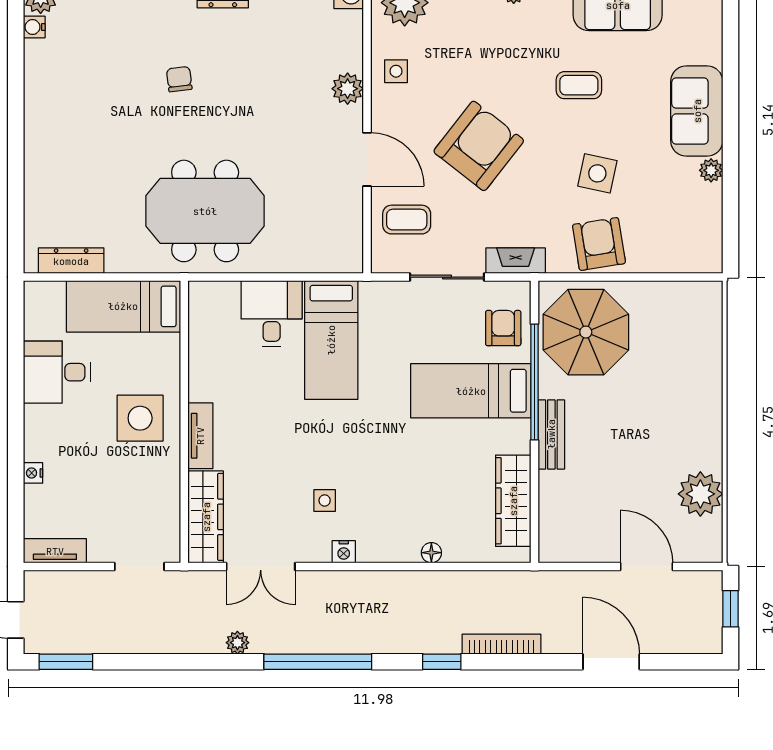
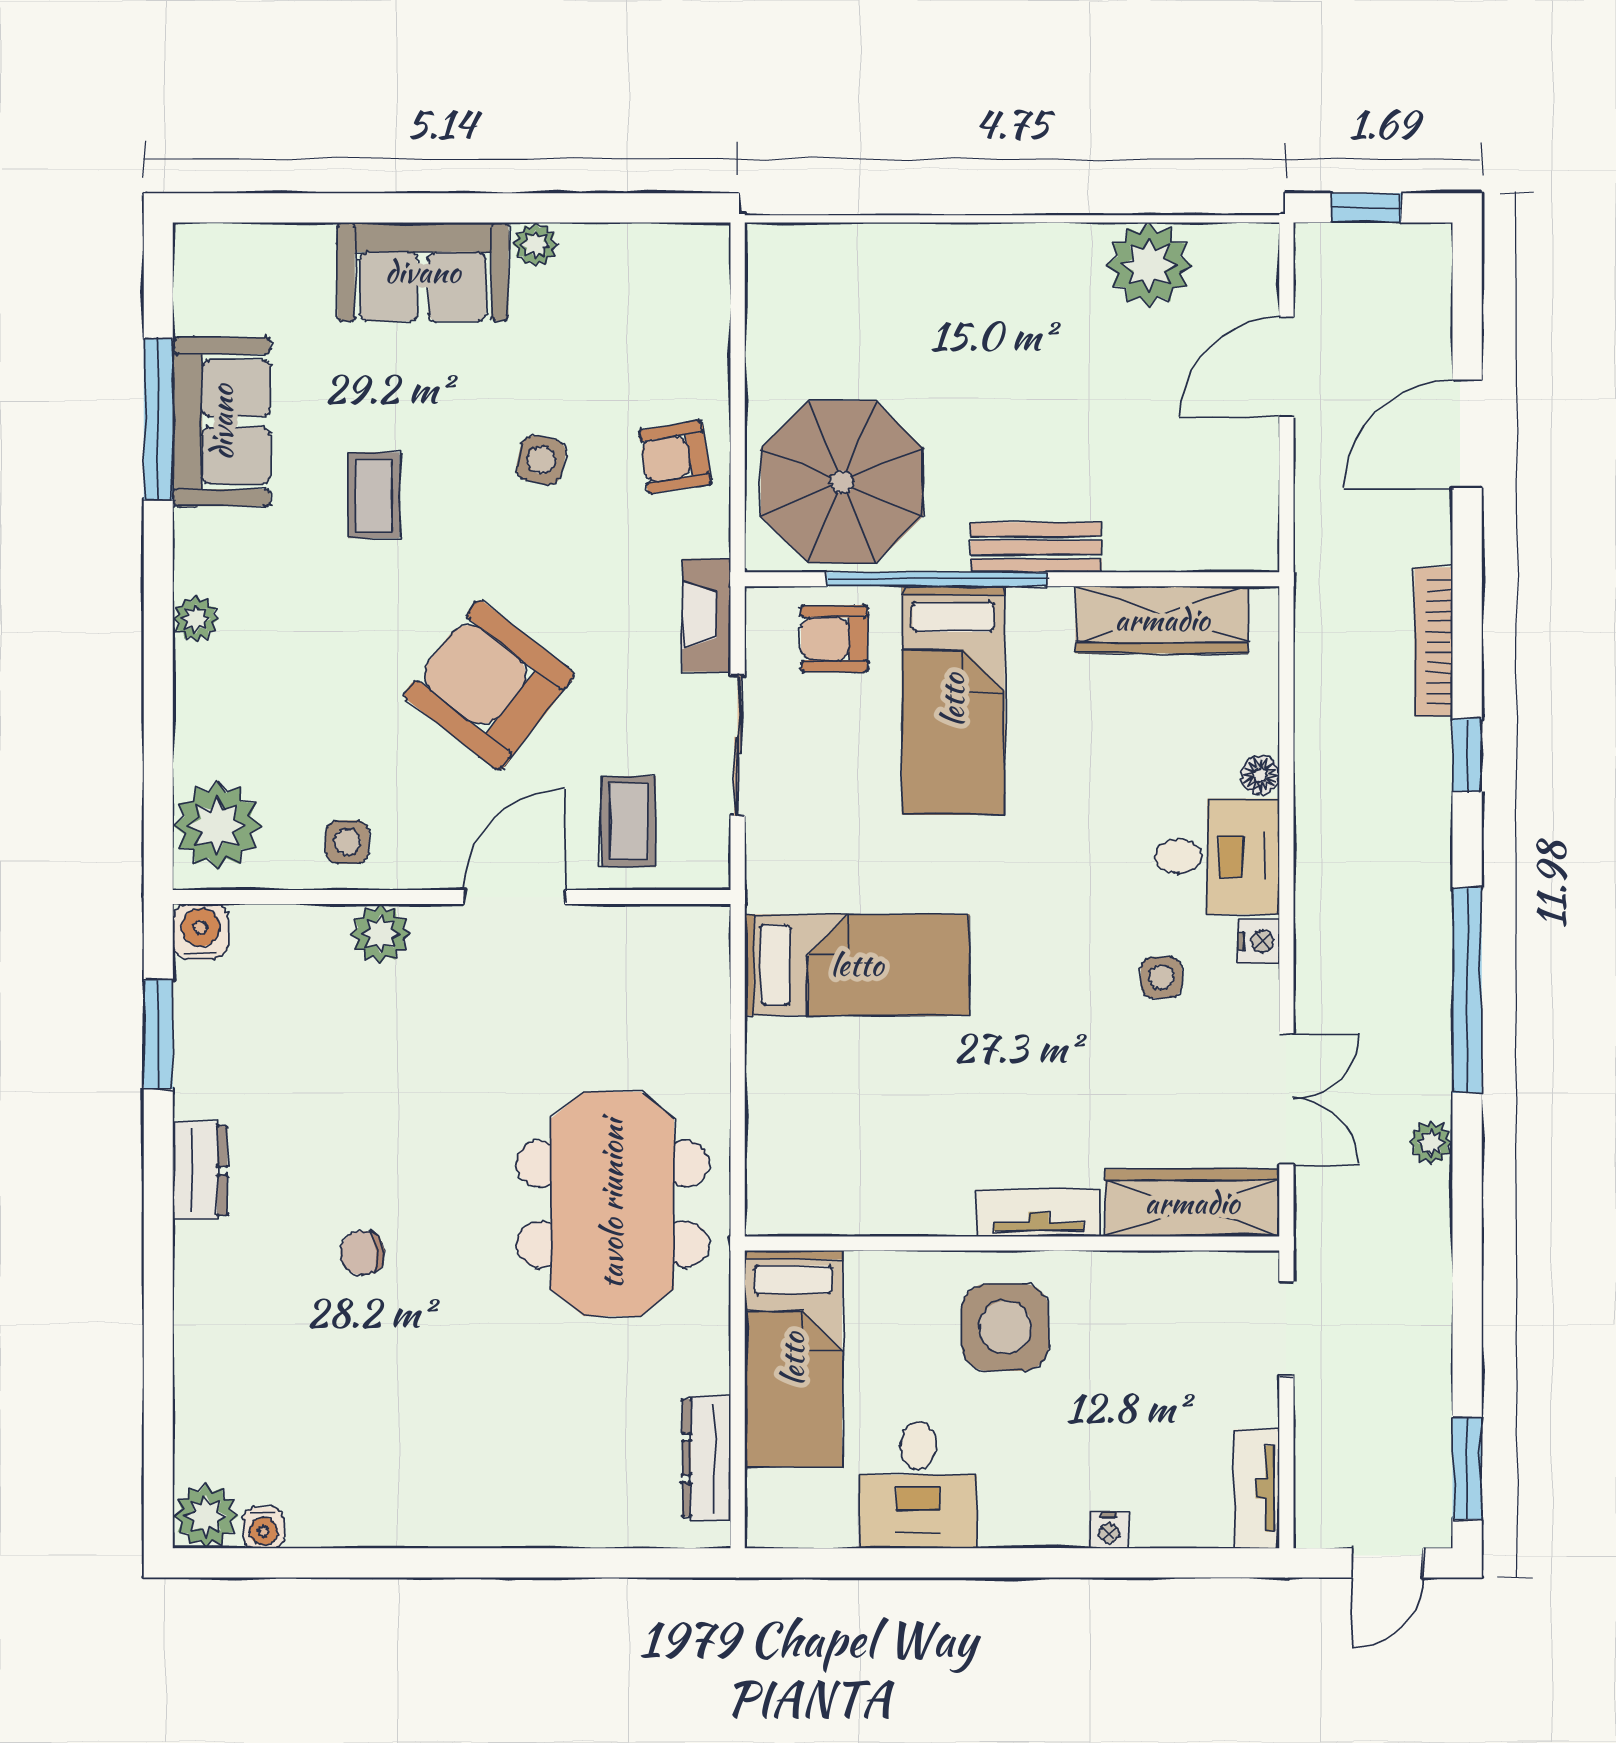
side table: (597, 173) -> (541, 460), width x0.73, depth x0.73
armchair: (599, 244) -> (675, 457), width x0.72, depth x0.72
desk: (272, 314) -> (1217, 857), moved, turned 180

